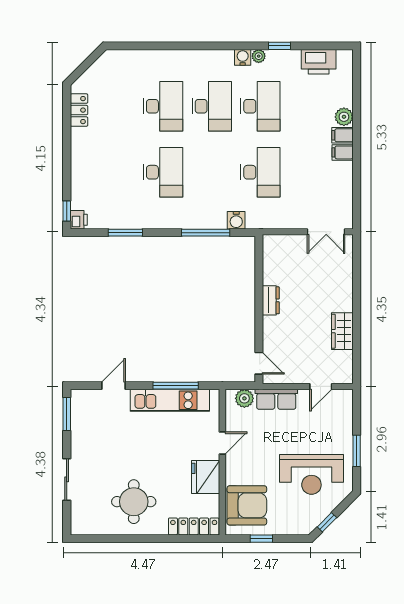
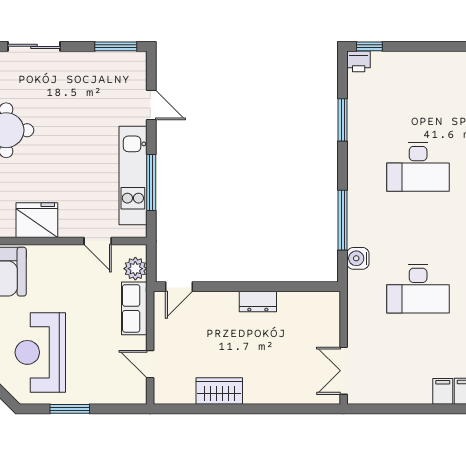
door: (222, 443) -> (98, 241), moved

